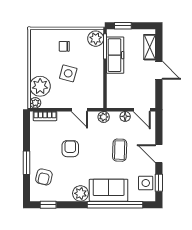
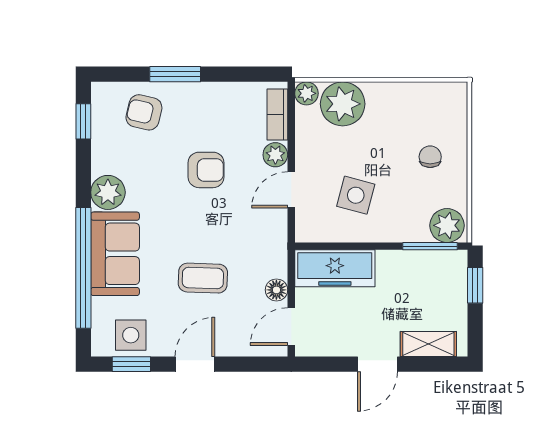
freezer: (115, 55) -> (335, 268), moved
side table: (68, 73) -> (356, 195), moved
plant: (104, 117) -> (275, 155), moved

